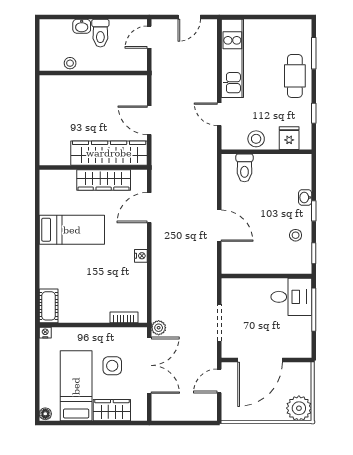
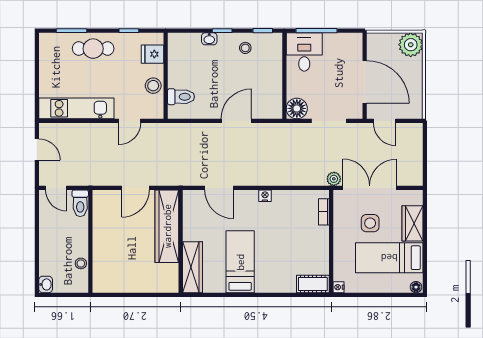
washbasin: (82, 26) -> (46, 284), moved
toilet: (100, 33) -> (80, 203), moved, turned 90
wardrobe: (104, 180) -> (193, 267), moved
floor lamp: (232, 289) -> (297, 108), added

